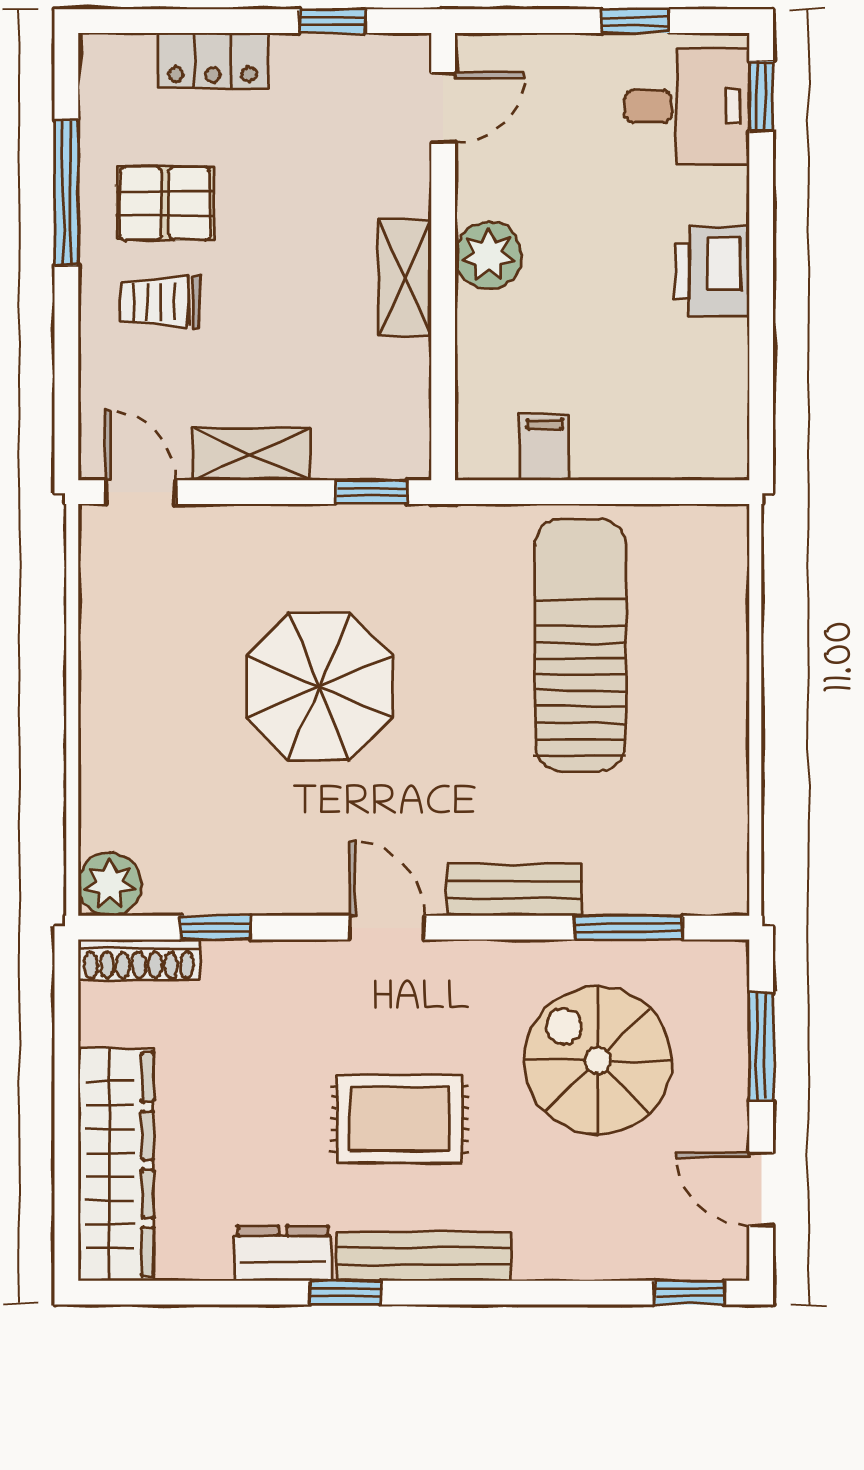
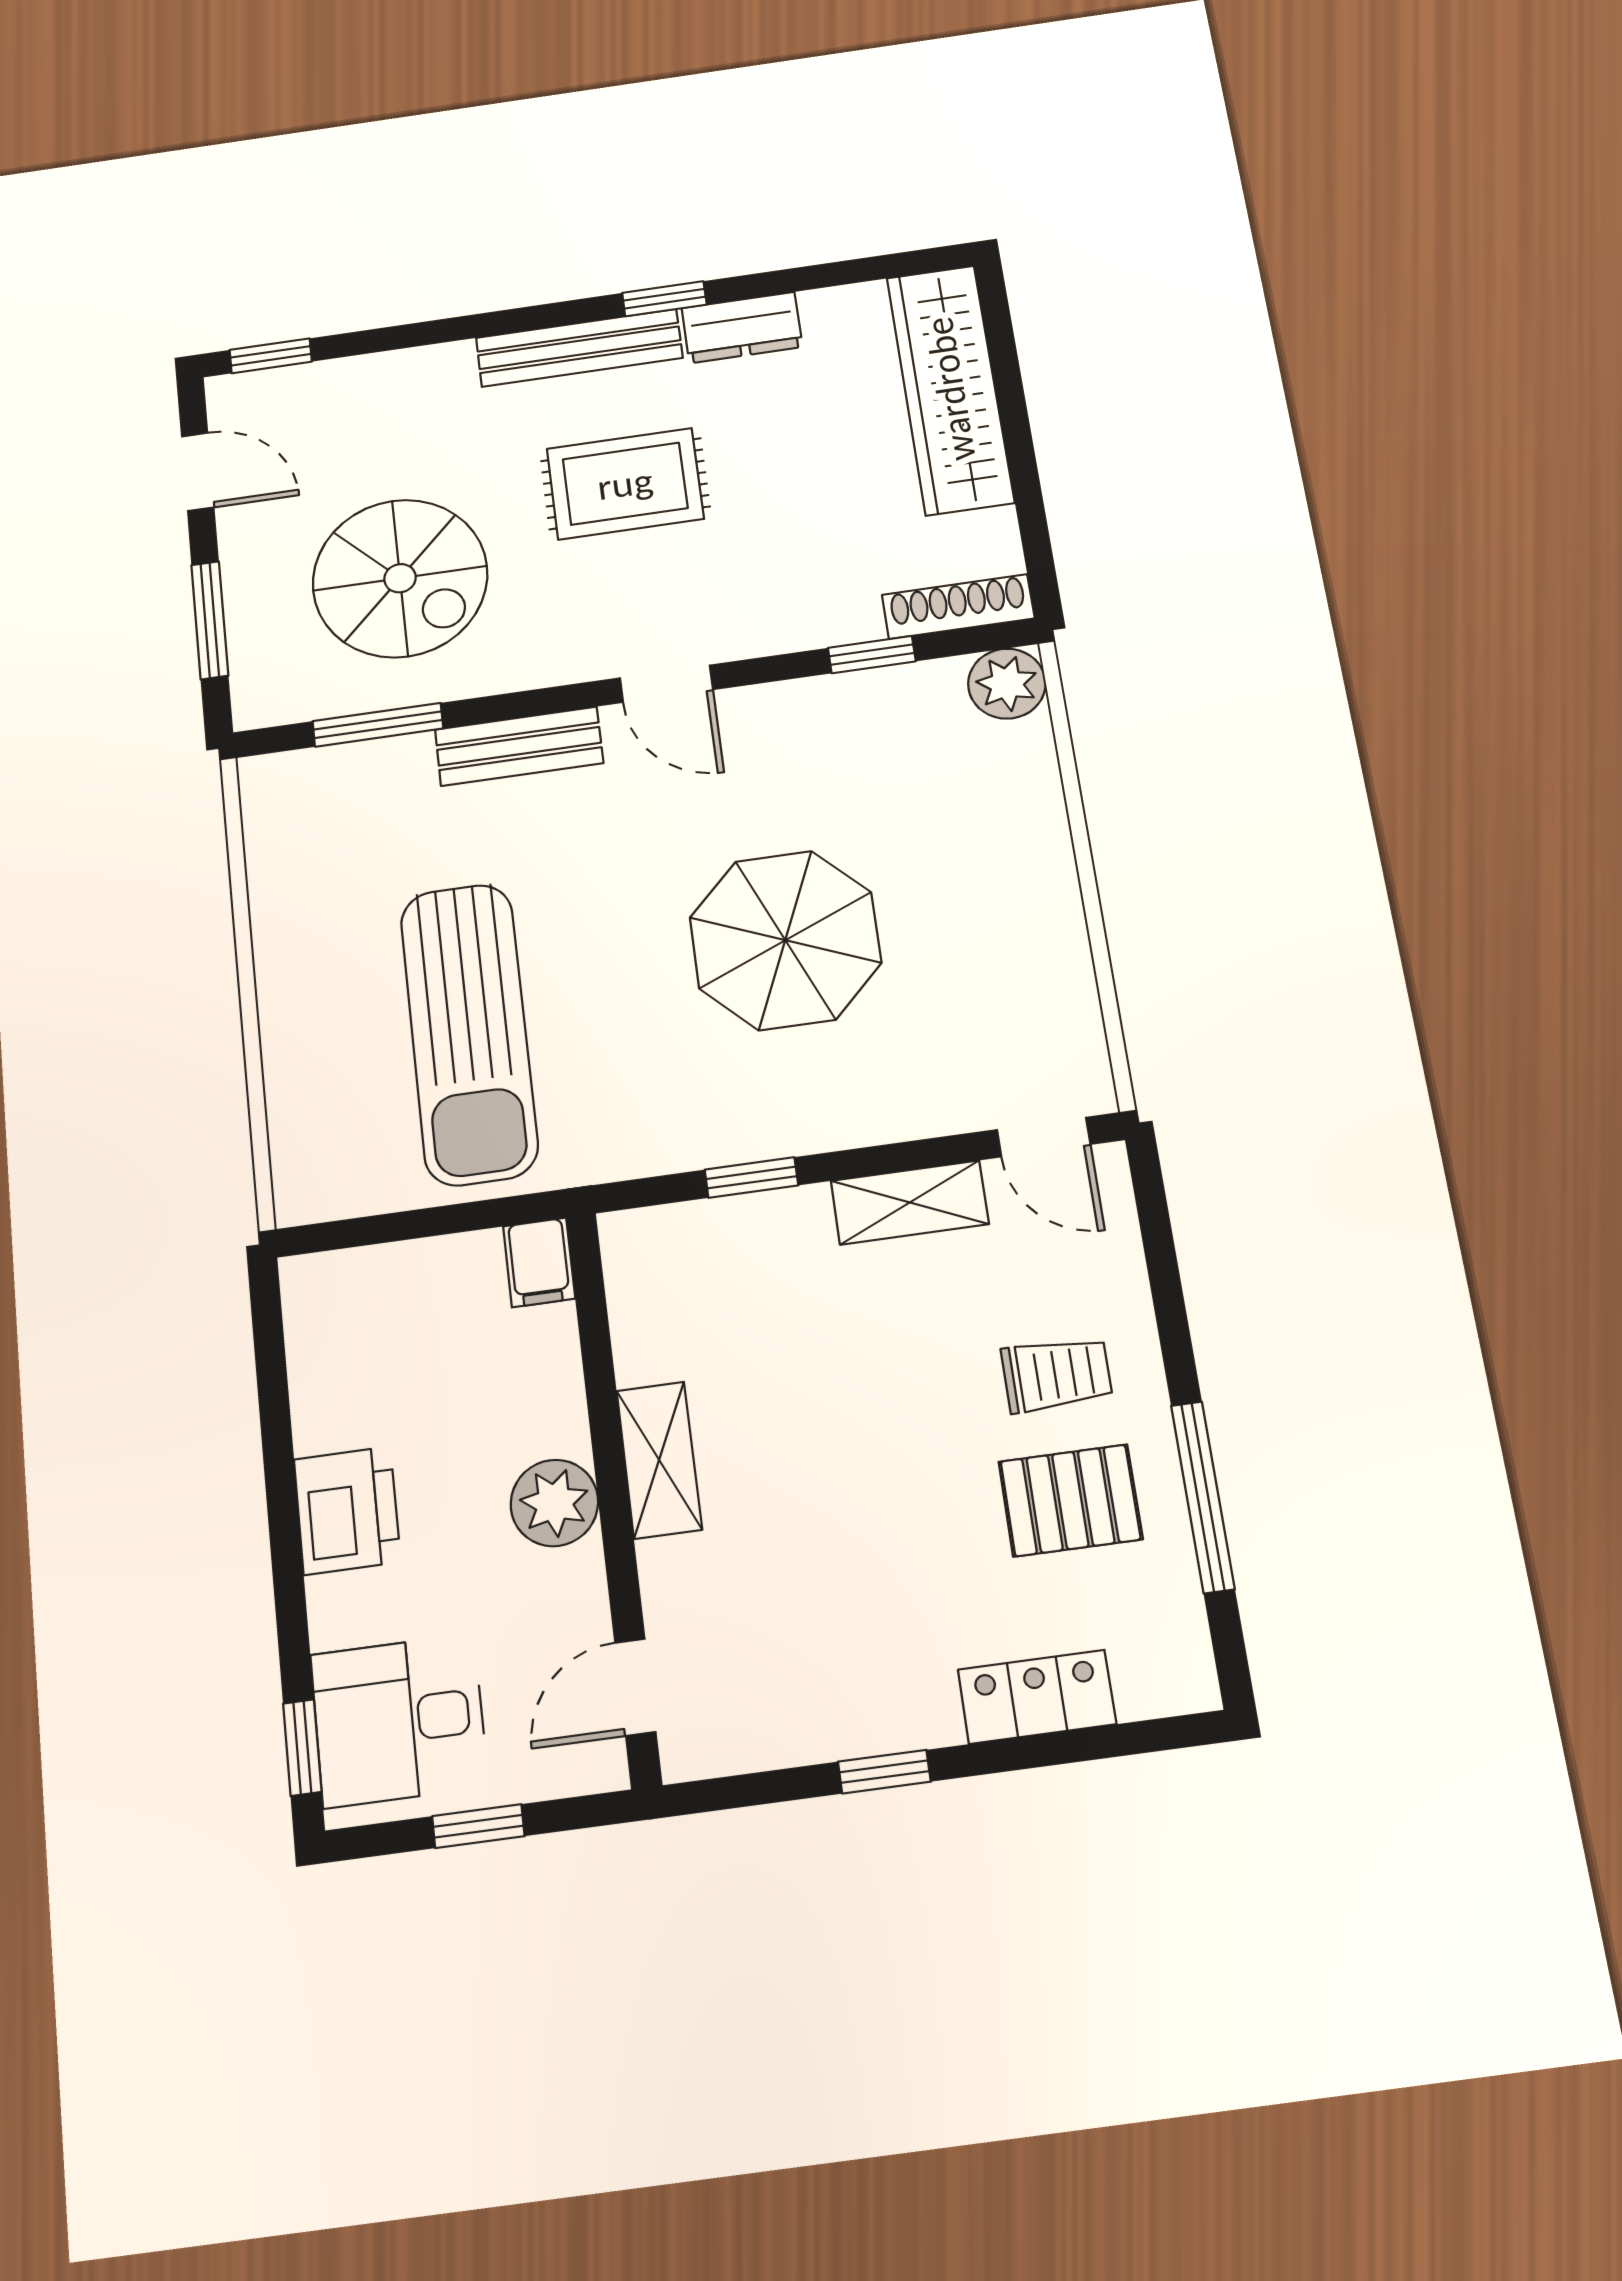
door: (443, 108) -> (635, 1687), moved
plant: (488, 255) -> (554, 1503), moved
wall: (443, 257) -> (613, 1493), moved
shelving: (405, 277) -> (659, 1460), moved

